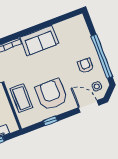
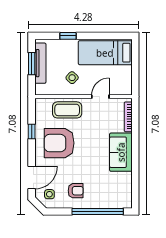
window: (102, 56) -> (98, 212), moved
armchair: (51, 94) -> (59, 143), turned 180

